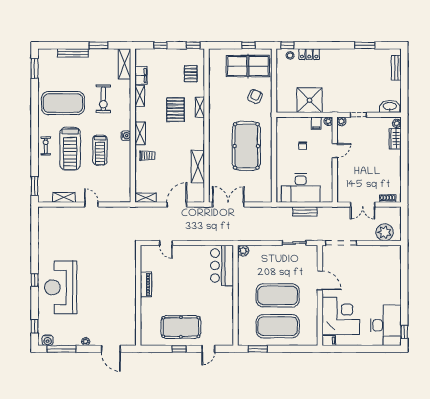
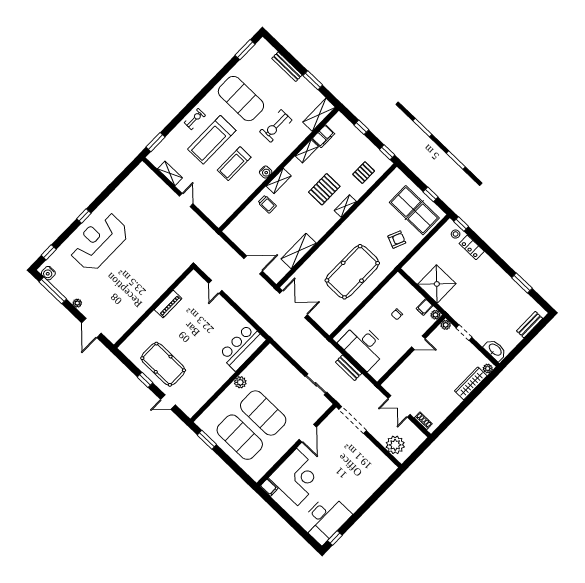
wardrobe: (395, 139) -> (471, 383), width x1.50
shelving: (146, 198) -> (234, 236), removed
plant: (243, 251) -> (240, 382), moved

